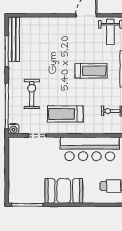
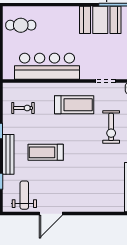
booth: (64, 191) -> (100, 20), moved

